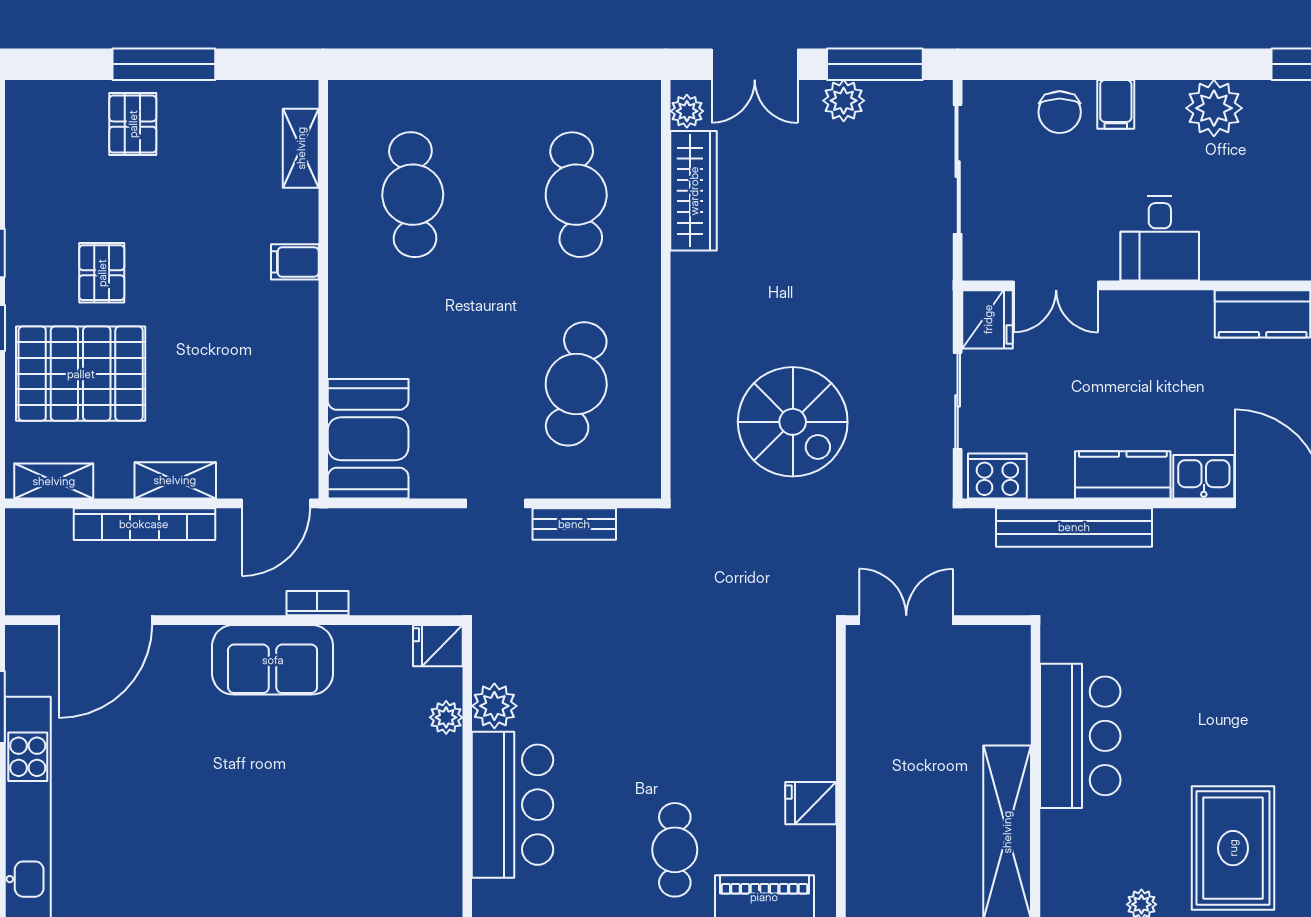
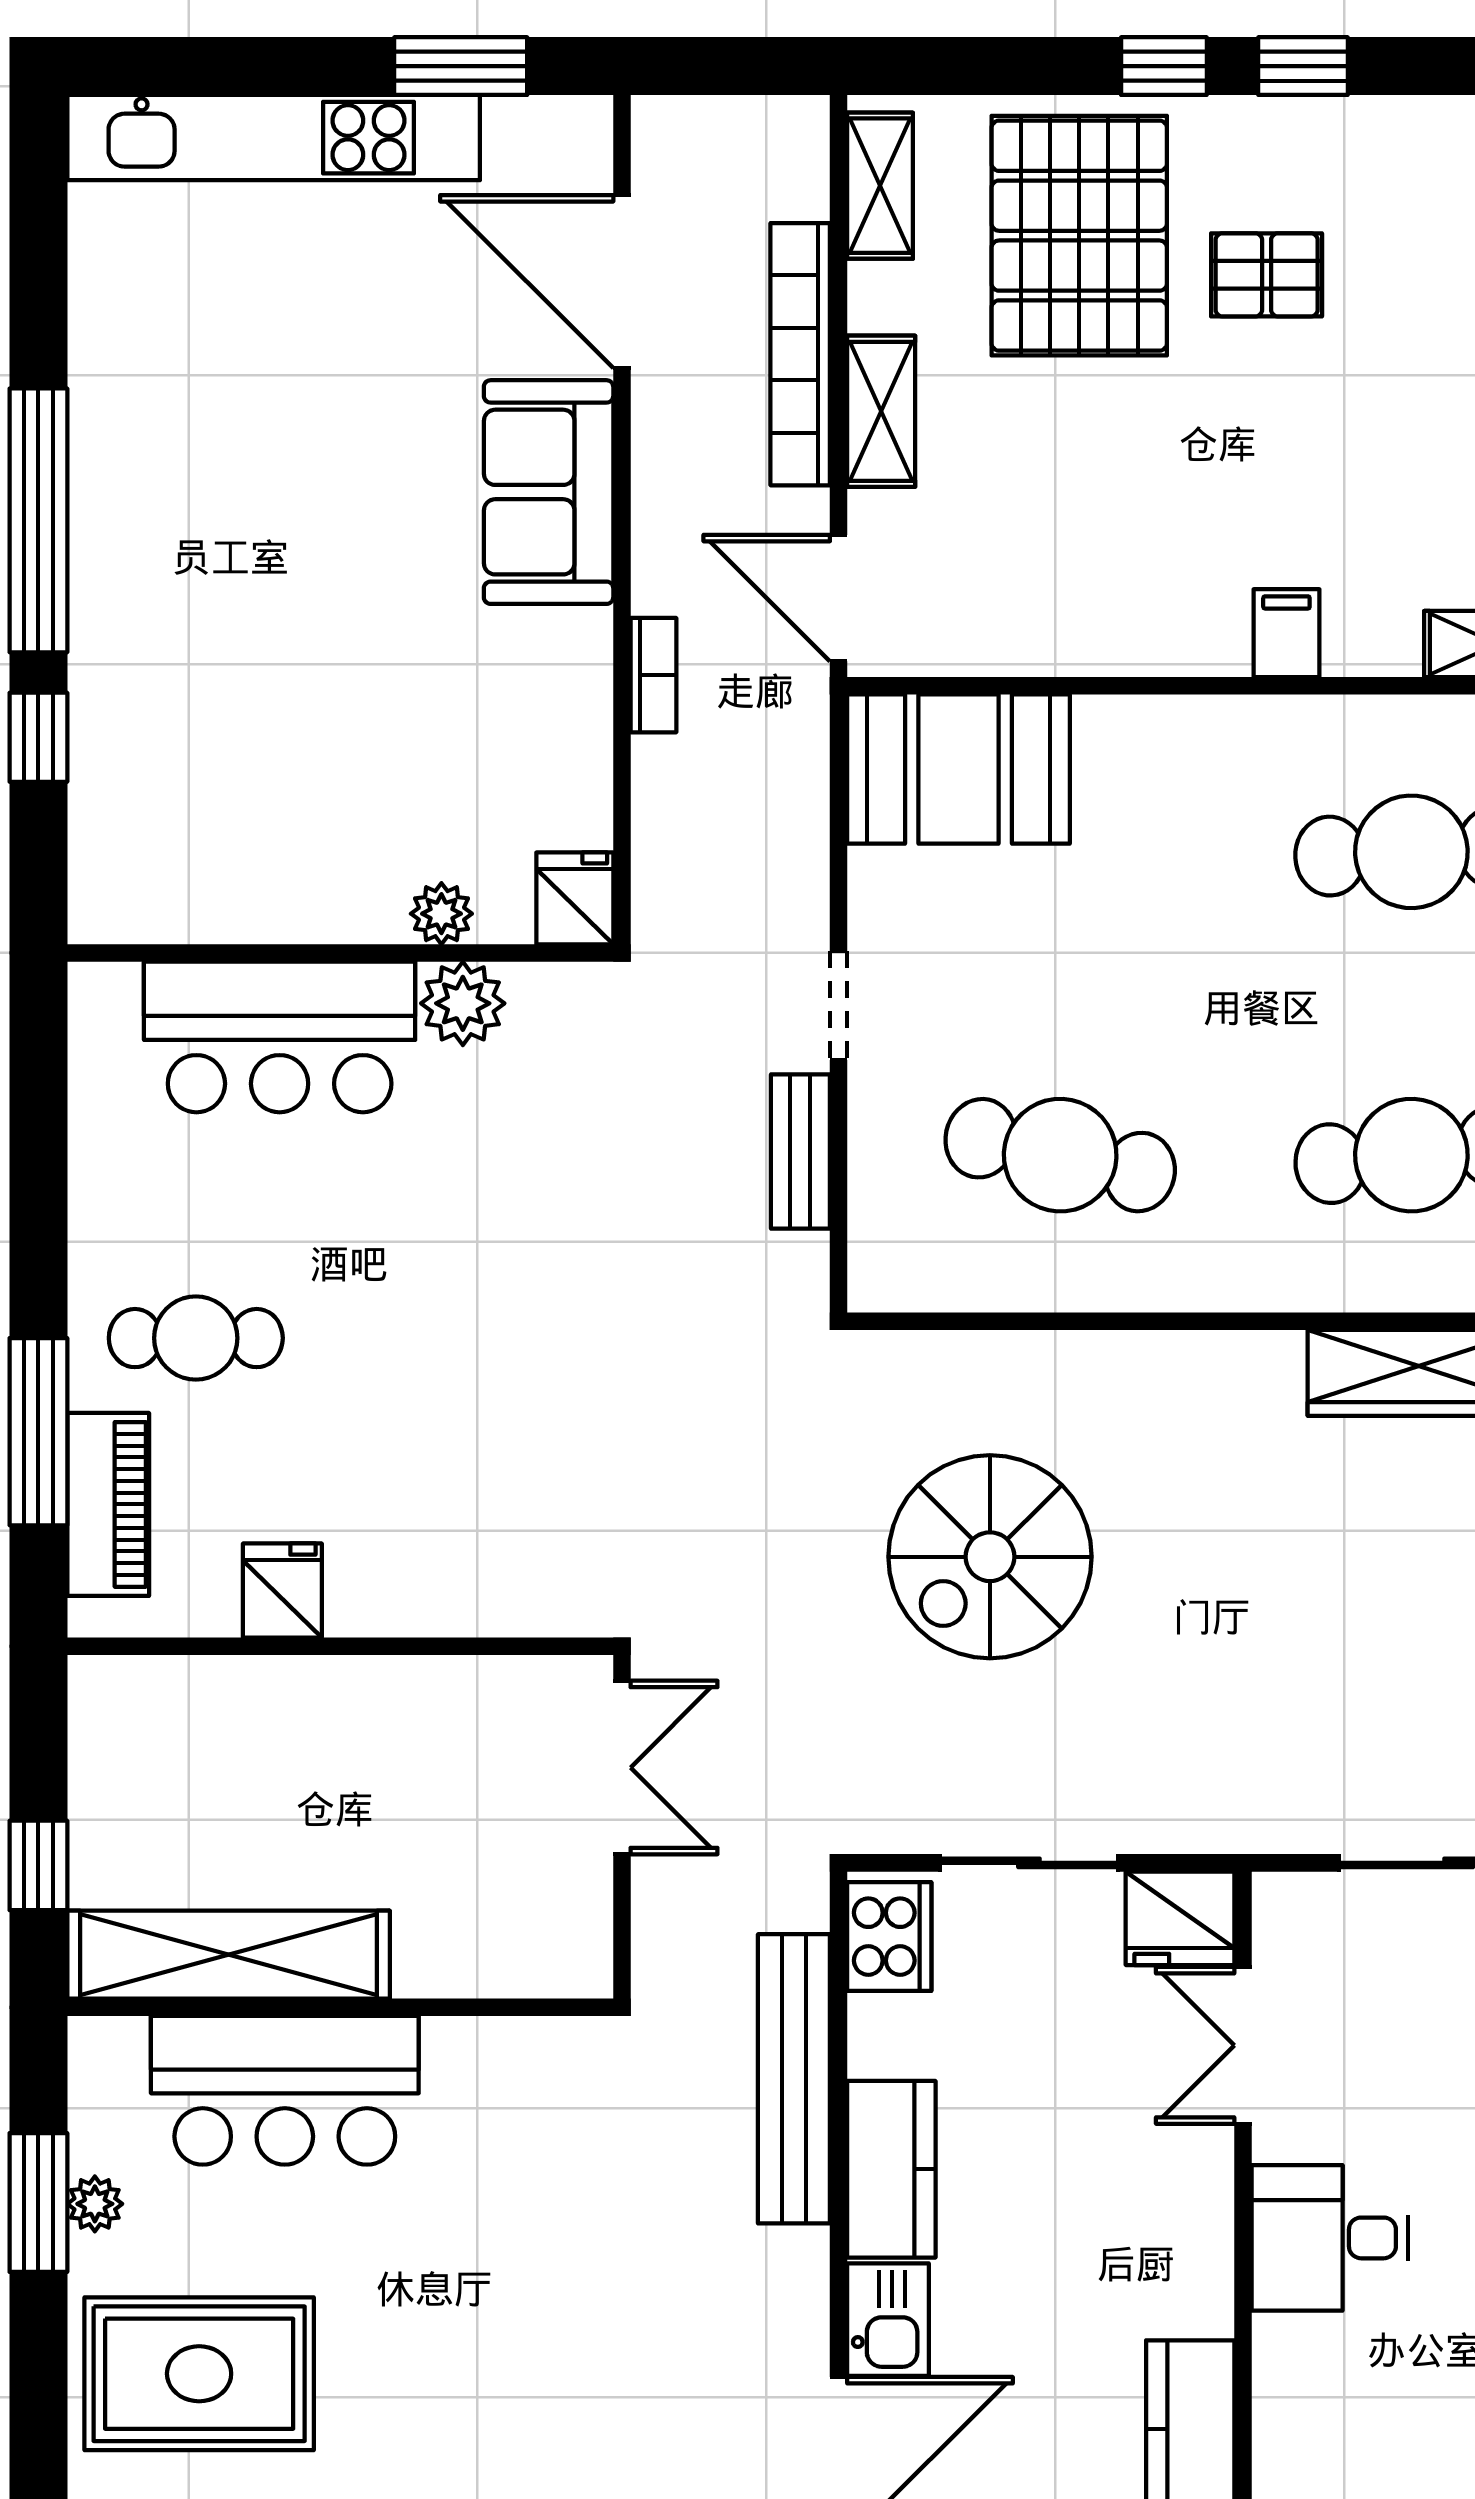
sofa: (273, 660) -> (549, 492), moved
bar counter: (1080, 736) -> (285, 2090), moved

